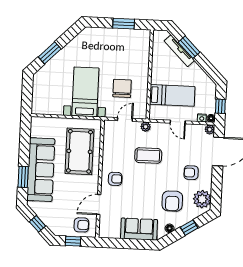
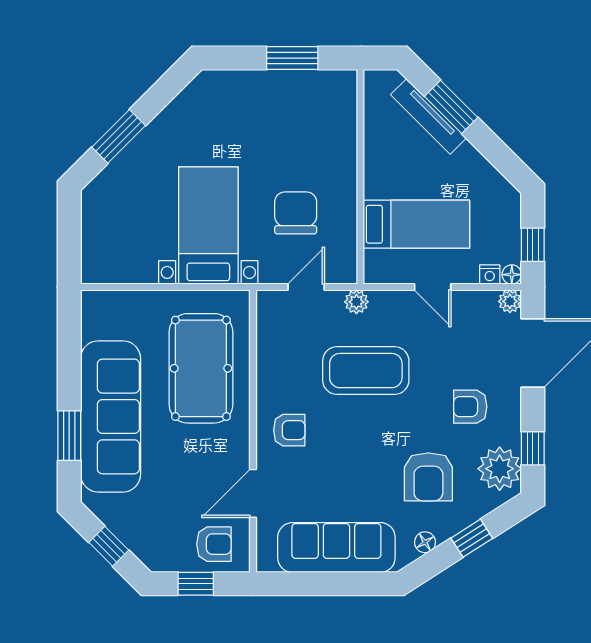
coffee table: (148, 156) -> (366, 371), width x1.36, depth x1.32
window: (216, 191) -> (533, 448), added
sofa: (139, 229) -> (336, 548), width x1.36

